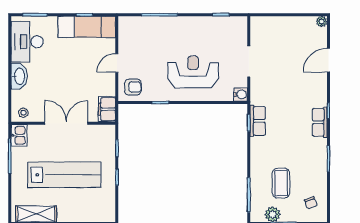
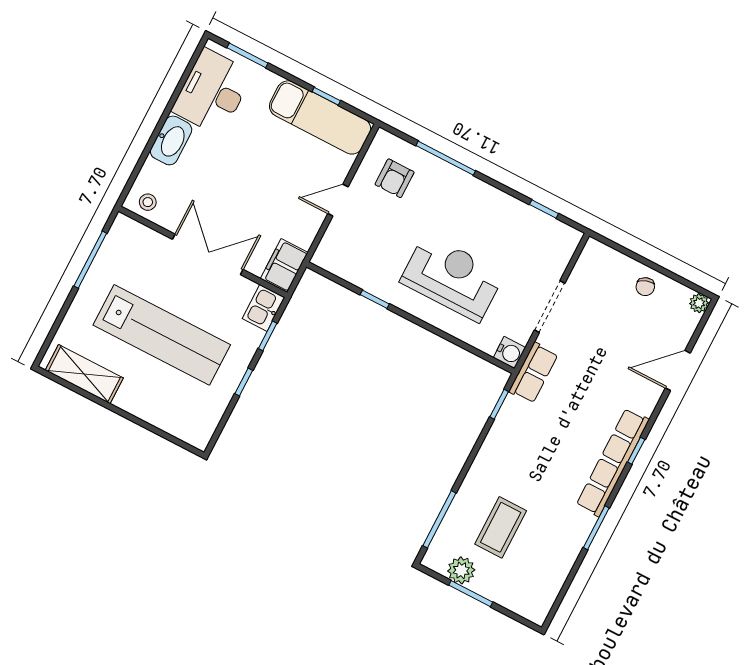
armchair: (133, 87) -> (395, 178), moved, turned 90
row of seats: (258, 121) -> (533, 373), moved
row of seats: (320, 122) -> (613, 462), width x2.02
kitchen sink: (19, 135) -> (263, 308), moved, turned 180
chair: (311, 203) -> (645, 287), moved

